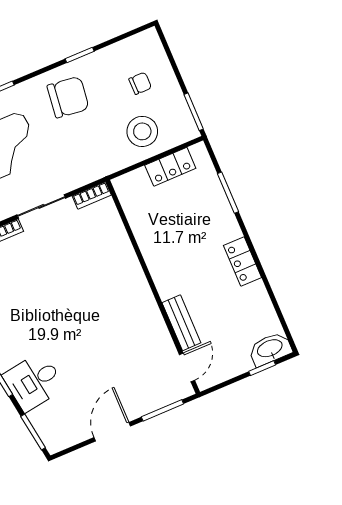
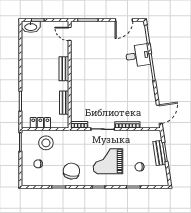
chair: (68, 97) -> (71, 171), turned 91
bench: (140, 226) -> (64, 103), added
locker: (243, 262) -> (27, 69), removed
bench: (181, 323) -> (64, 69), moved
door: (187, 367) -> (70, 34), hinge flipped
door: (112, 432) -> (124, 20), moved

